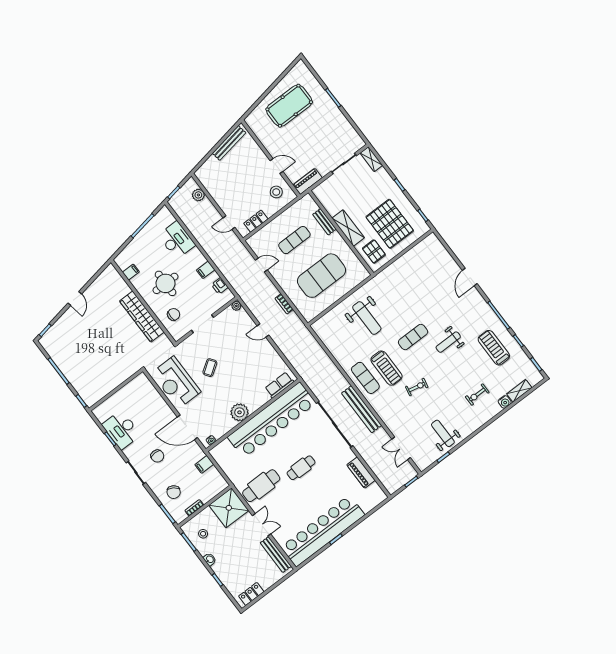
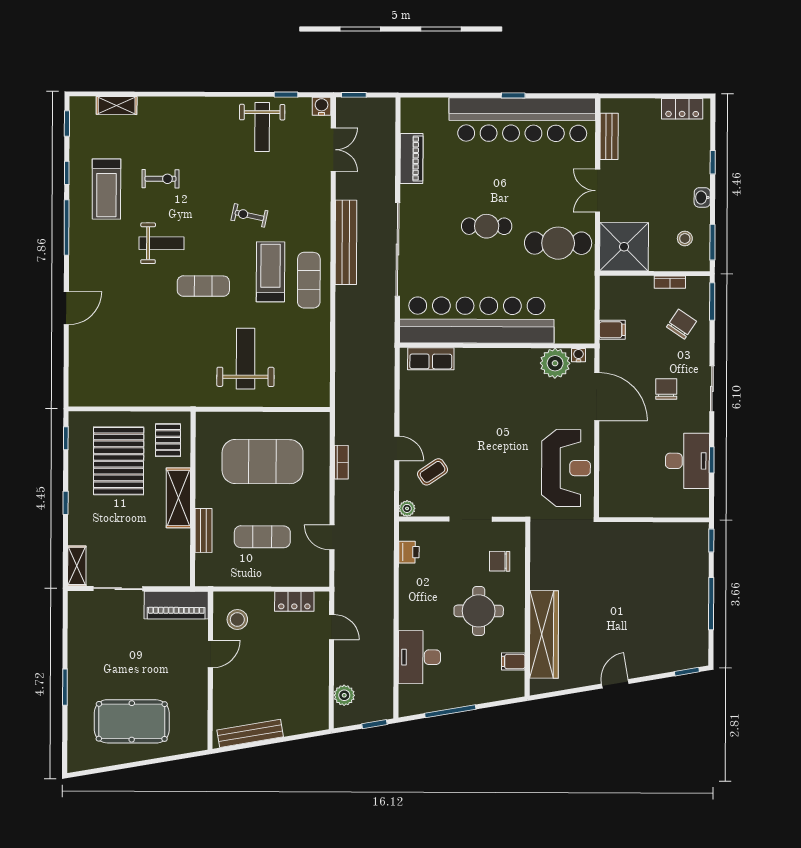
door: (276, 166) -> (210, 654), swing flipped
piano: (308, 181) -> (176, 605), width x1.37, depth x1.33
filing cabinet: (206, 270) -> (411, 588), removed
wardrobe: (142, 317) -> (544, 634), moved
coffee table: (210, 368) -> (433, 472), moved
exercise bike: (477, 395) -> (160, 179), moved
water cooler: (505, 402) -> (322, 106), moved
plant: (240, 412) -> (555, 363), moved
bench: (276, 554) -> (609, 136), width x0.73

